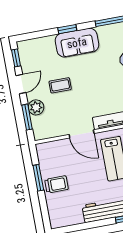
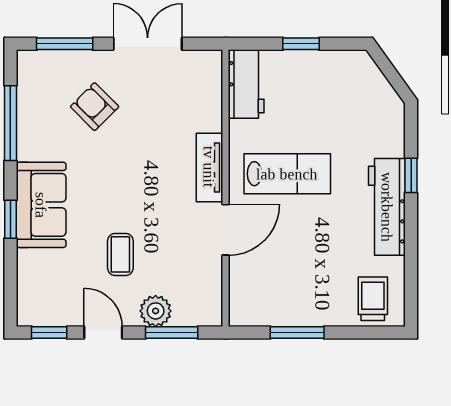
trolley: (56, 184) -> (373, 299), moved

